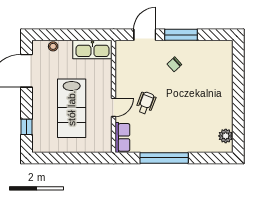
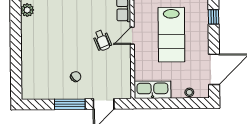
wheelchair: (146, 103) -> (102, 40), turned -43
lab bench: (72, 108) -> (171, 35), turned 180

